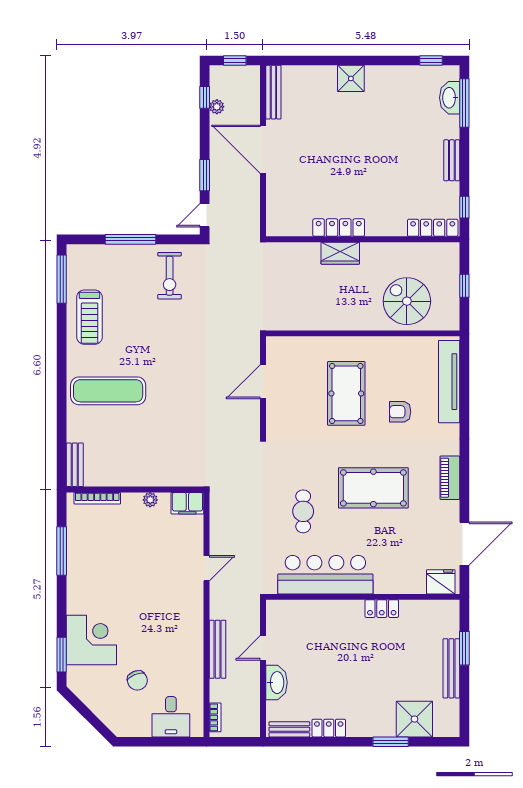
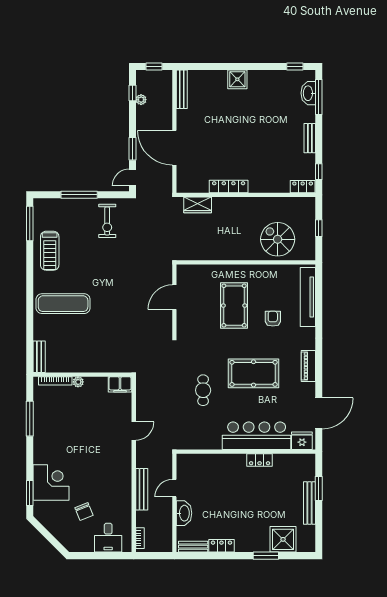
door: (263, 149) -> (174, 148), moved
locker: (433, 228) -> (303, 187), width x0.66
wardrobe: (340, 253) -> (198, 205), moved
armchair: (400, 412) -> (273, 319), turned 90
plant: (150, 500) -> (78, 382), moved
bar counter: (325, 575) -> (257, 436), moved

